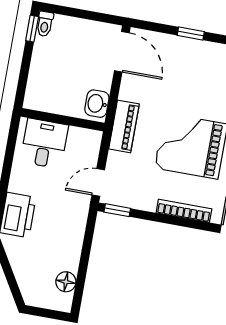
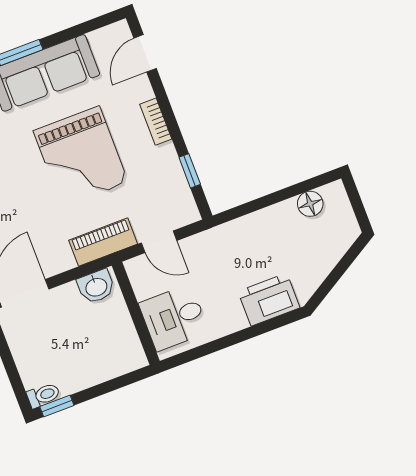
door: (98, 182) -> (159, 242), moved
window: (117, 210) -> (190, 171), moved
bookcase: (184, 211) -> (156, 122), width x0.64

